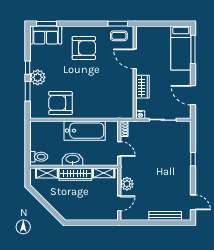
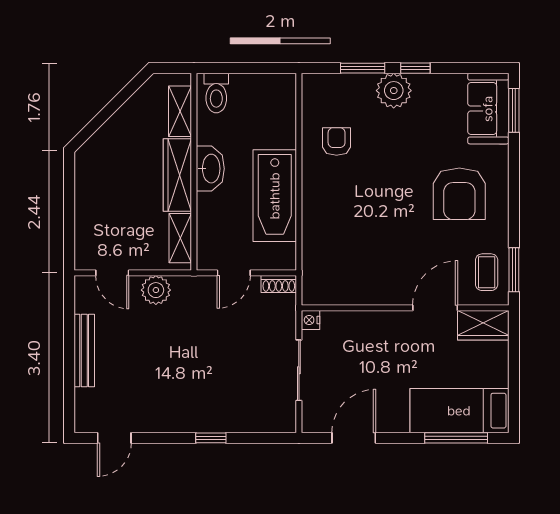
wardrobe: (143, 87) -> (483, 325), moved
armchair: (60, 103) -> (337, 141), width x0.53, depth x0.53
bench: (165, 216) -> (84, 351), moved

